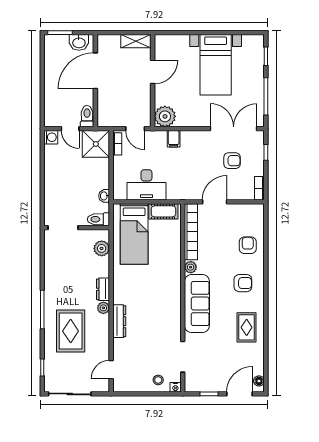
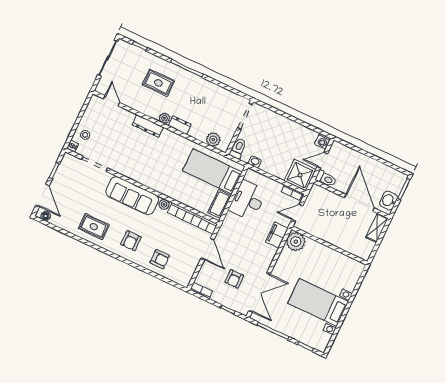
shelving: (136, 41) -> (377, 228), moved
door: (153, 72) -> (336, 249), removed
filing cabinet: (174, 139) -> (277, 235), width x2.00
rug: (71, 331) -> (158, 83), width x0.73, depth x0.70

